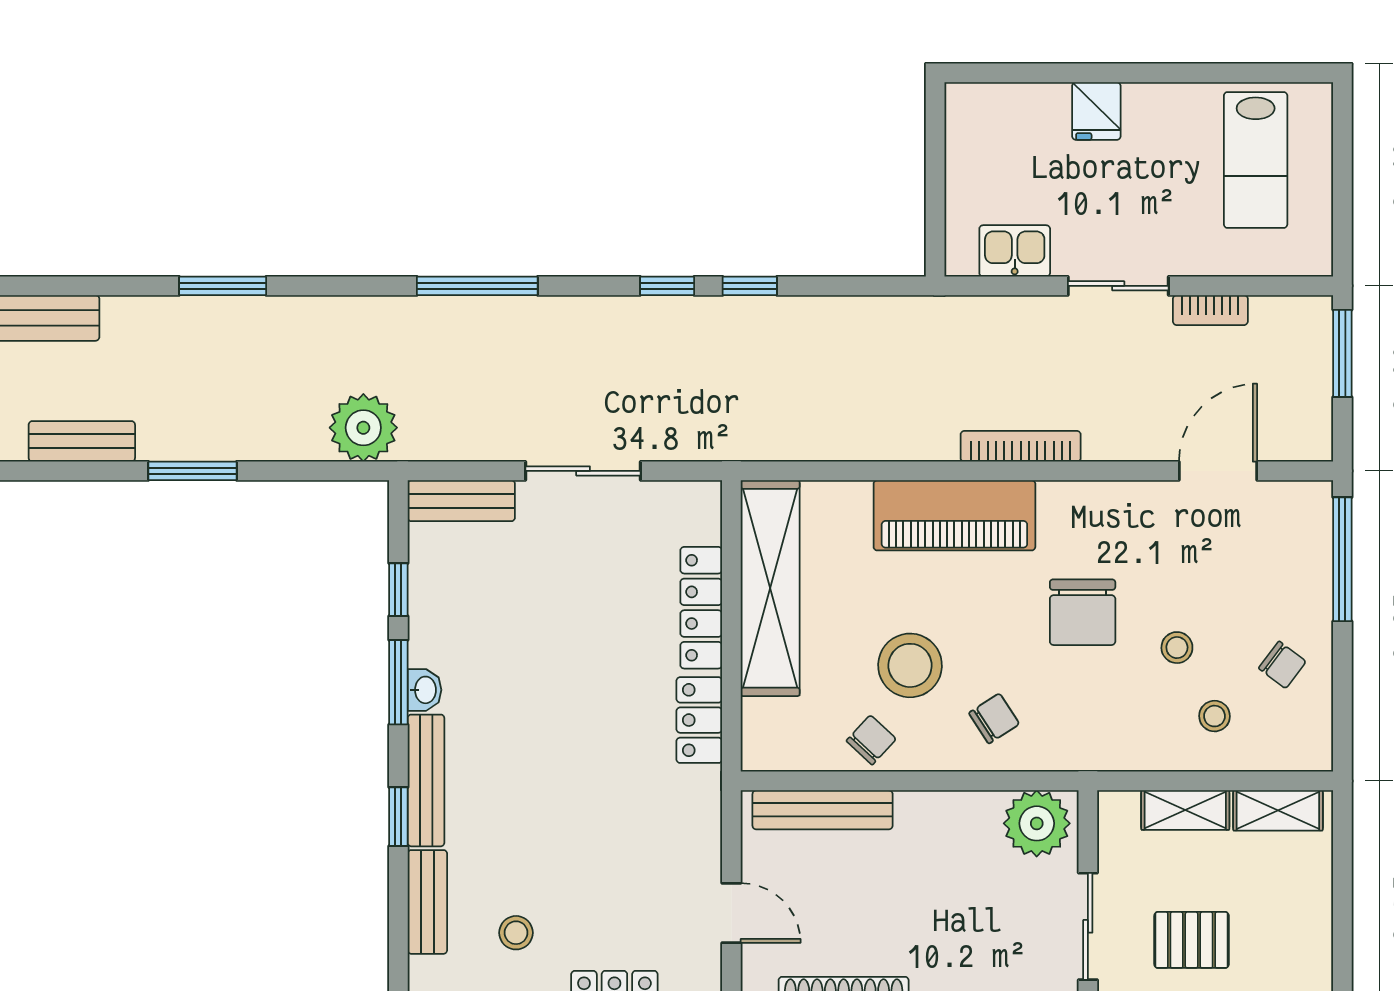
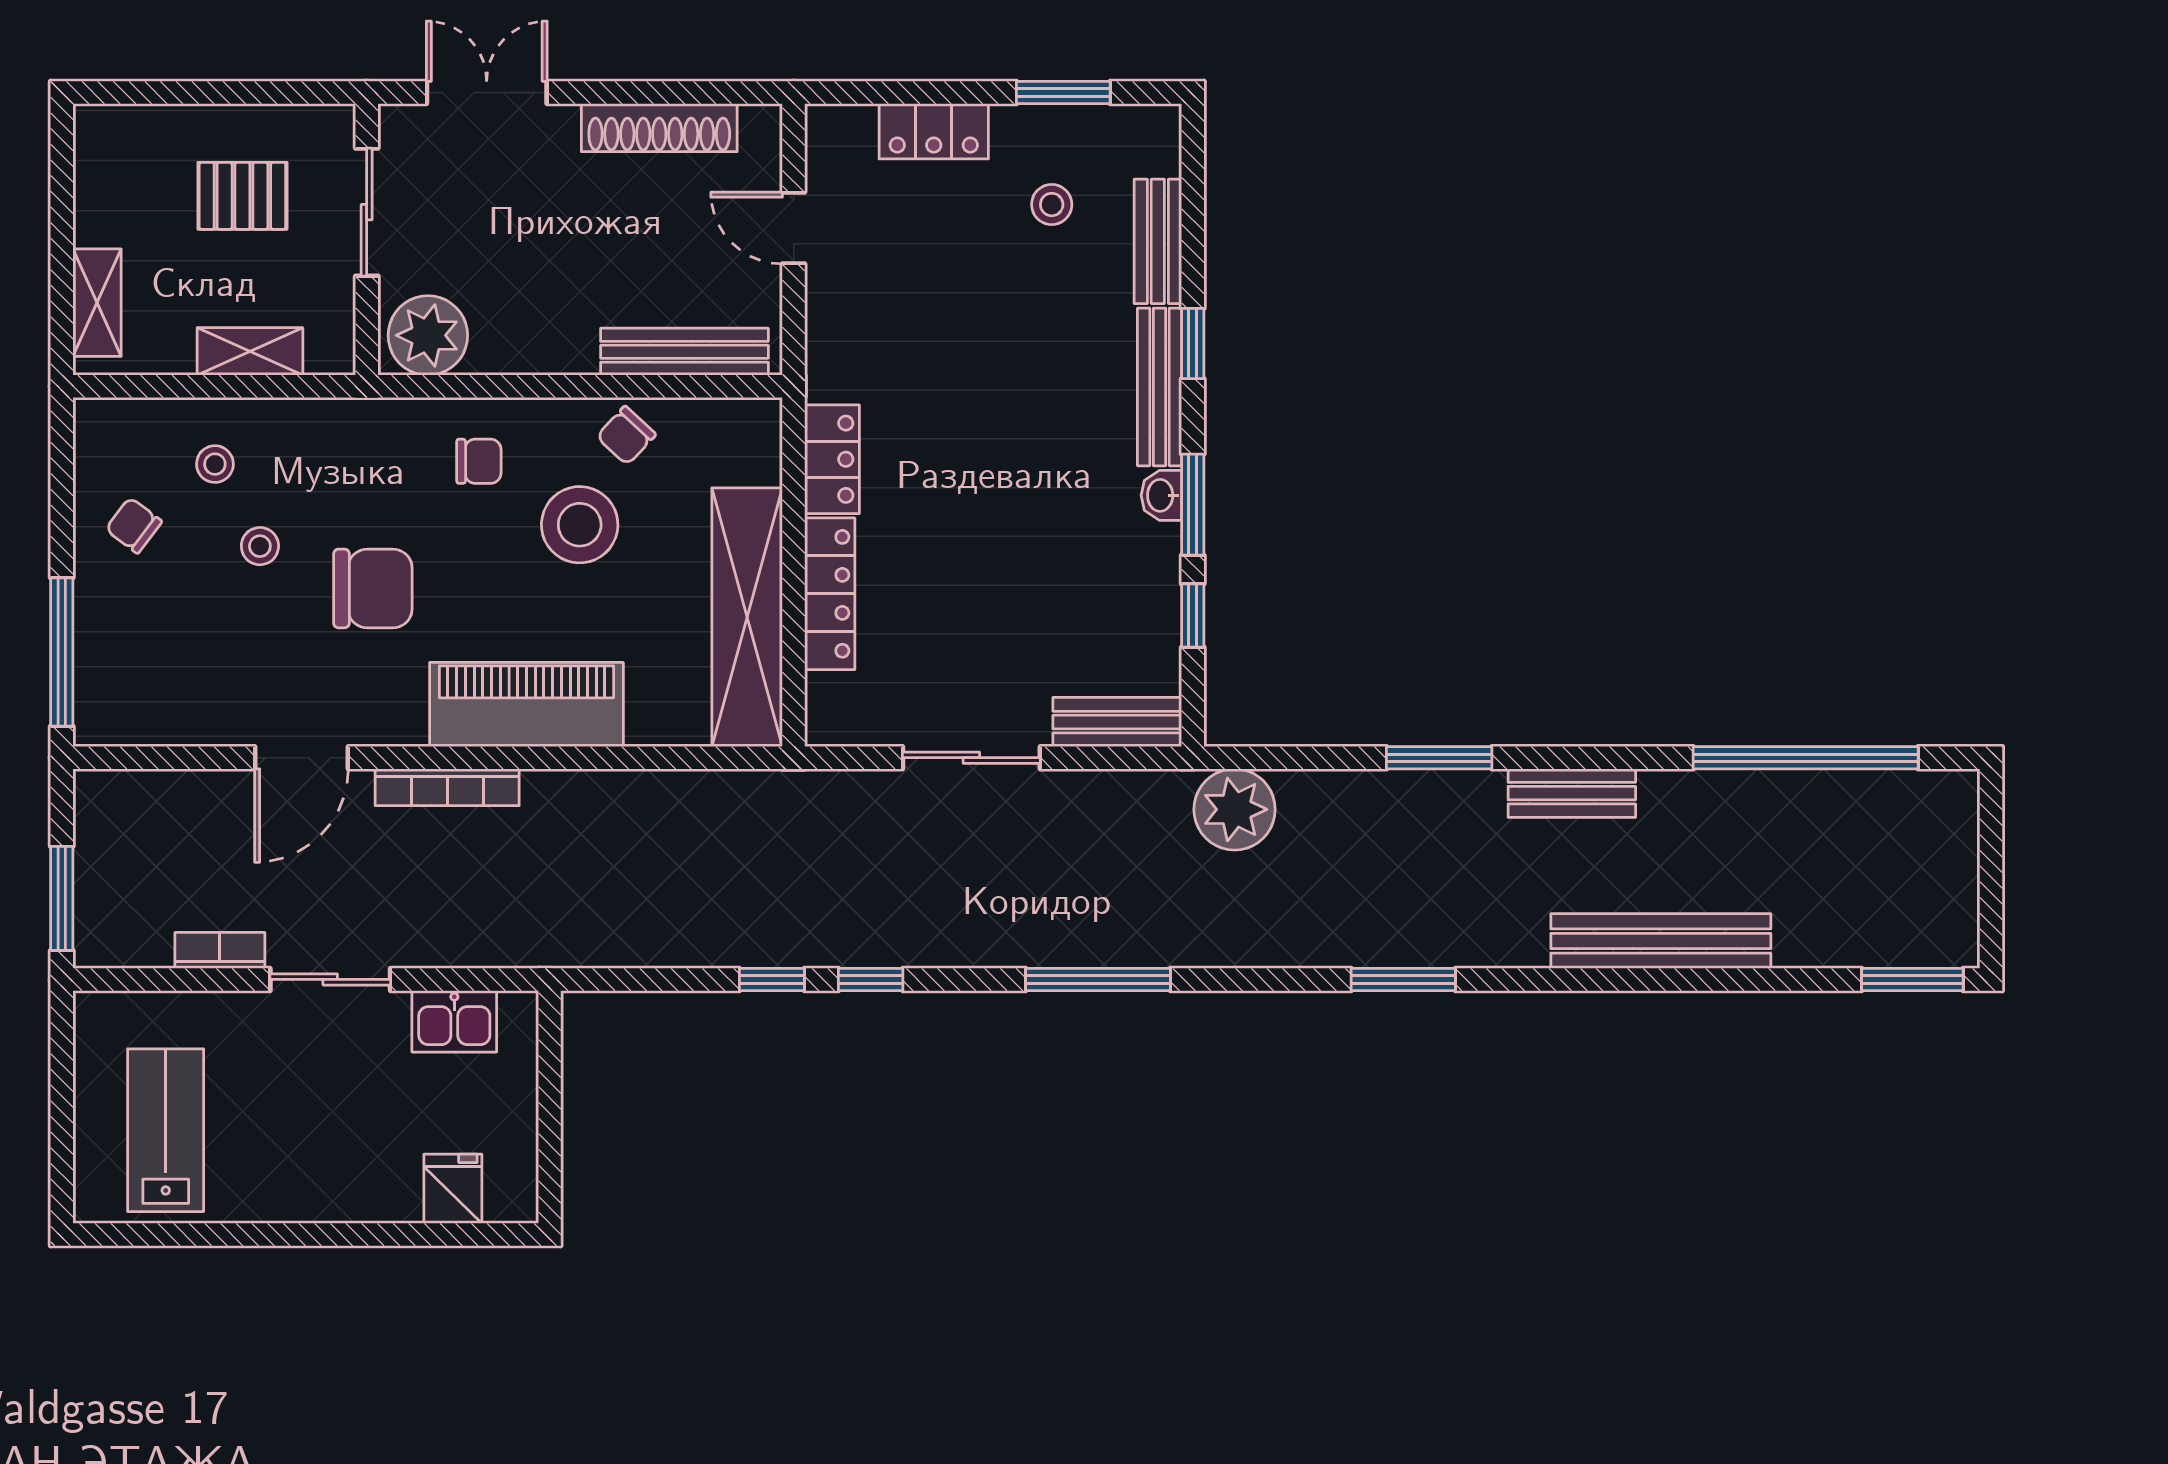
fridge: (1096, 111) -> (453, 1189), moved
door: (1218, 471) -> (302, 758), moved
chair: (1083, 612) -> (373, 588), turned 90
chair: (994, 718) -> (479, 461), turned -147
shelving: (1278, 810) -> (97, 303), moved, turned 90

